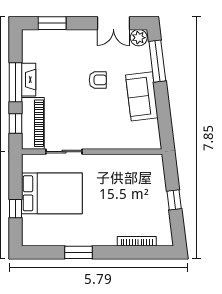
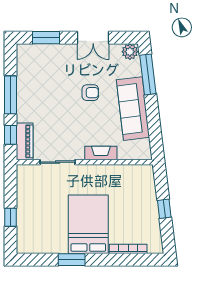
double door: (113, 23) -> (93, 38), moved
fireplace: (29, 80) -> (101, 153), moved, turned -90
sofa: (142, 96) -> (133, 109), width x1.36
piano: (33, 123) -> (25, 141), width x0.73, depth x0.75
bed: (52, 193) -> (88, 224), moved, turned -90

